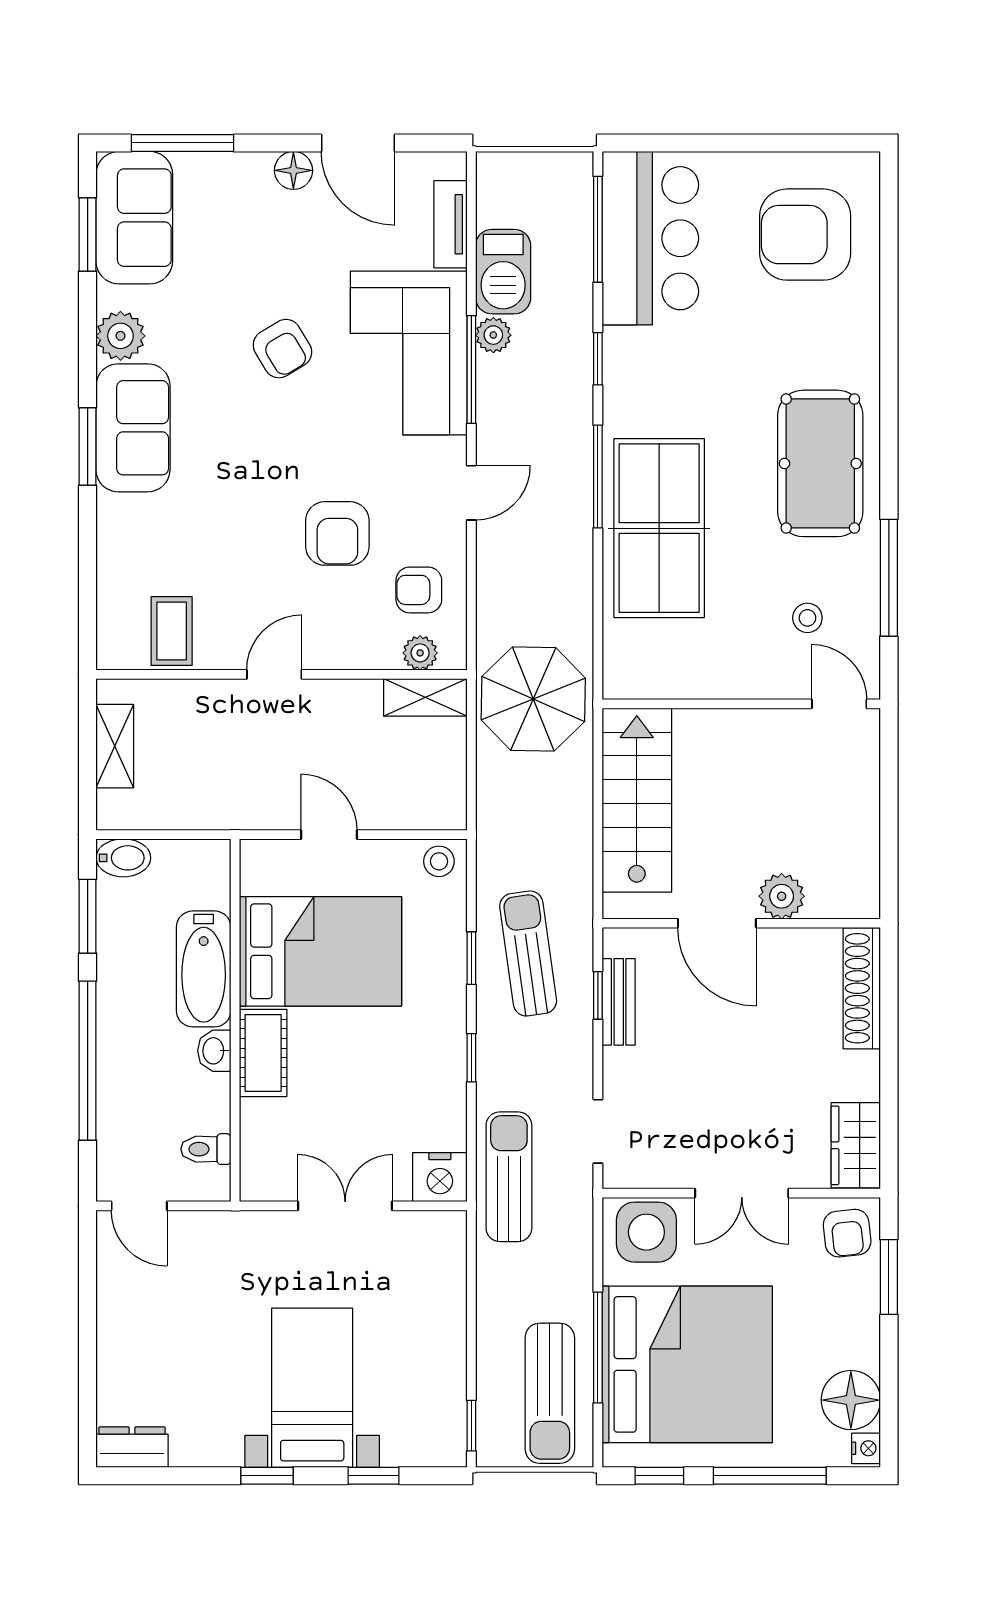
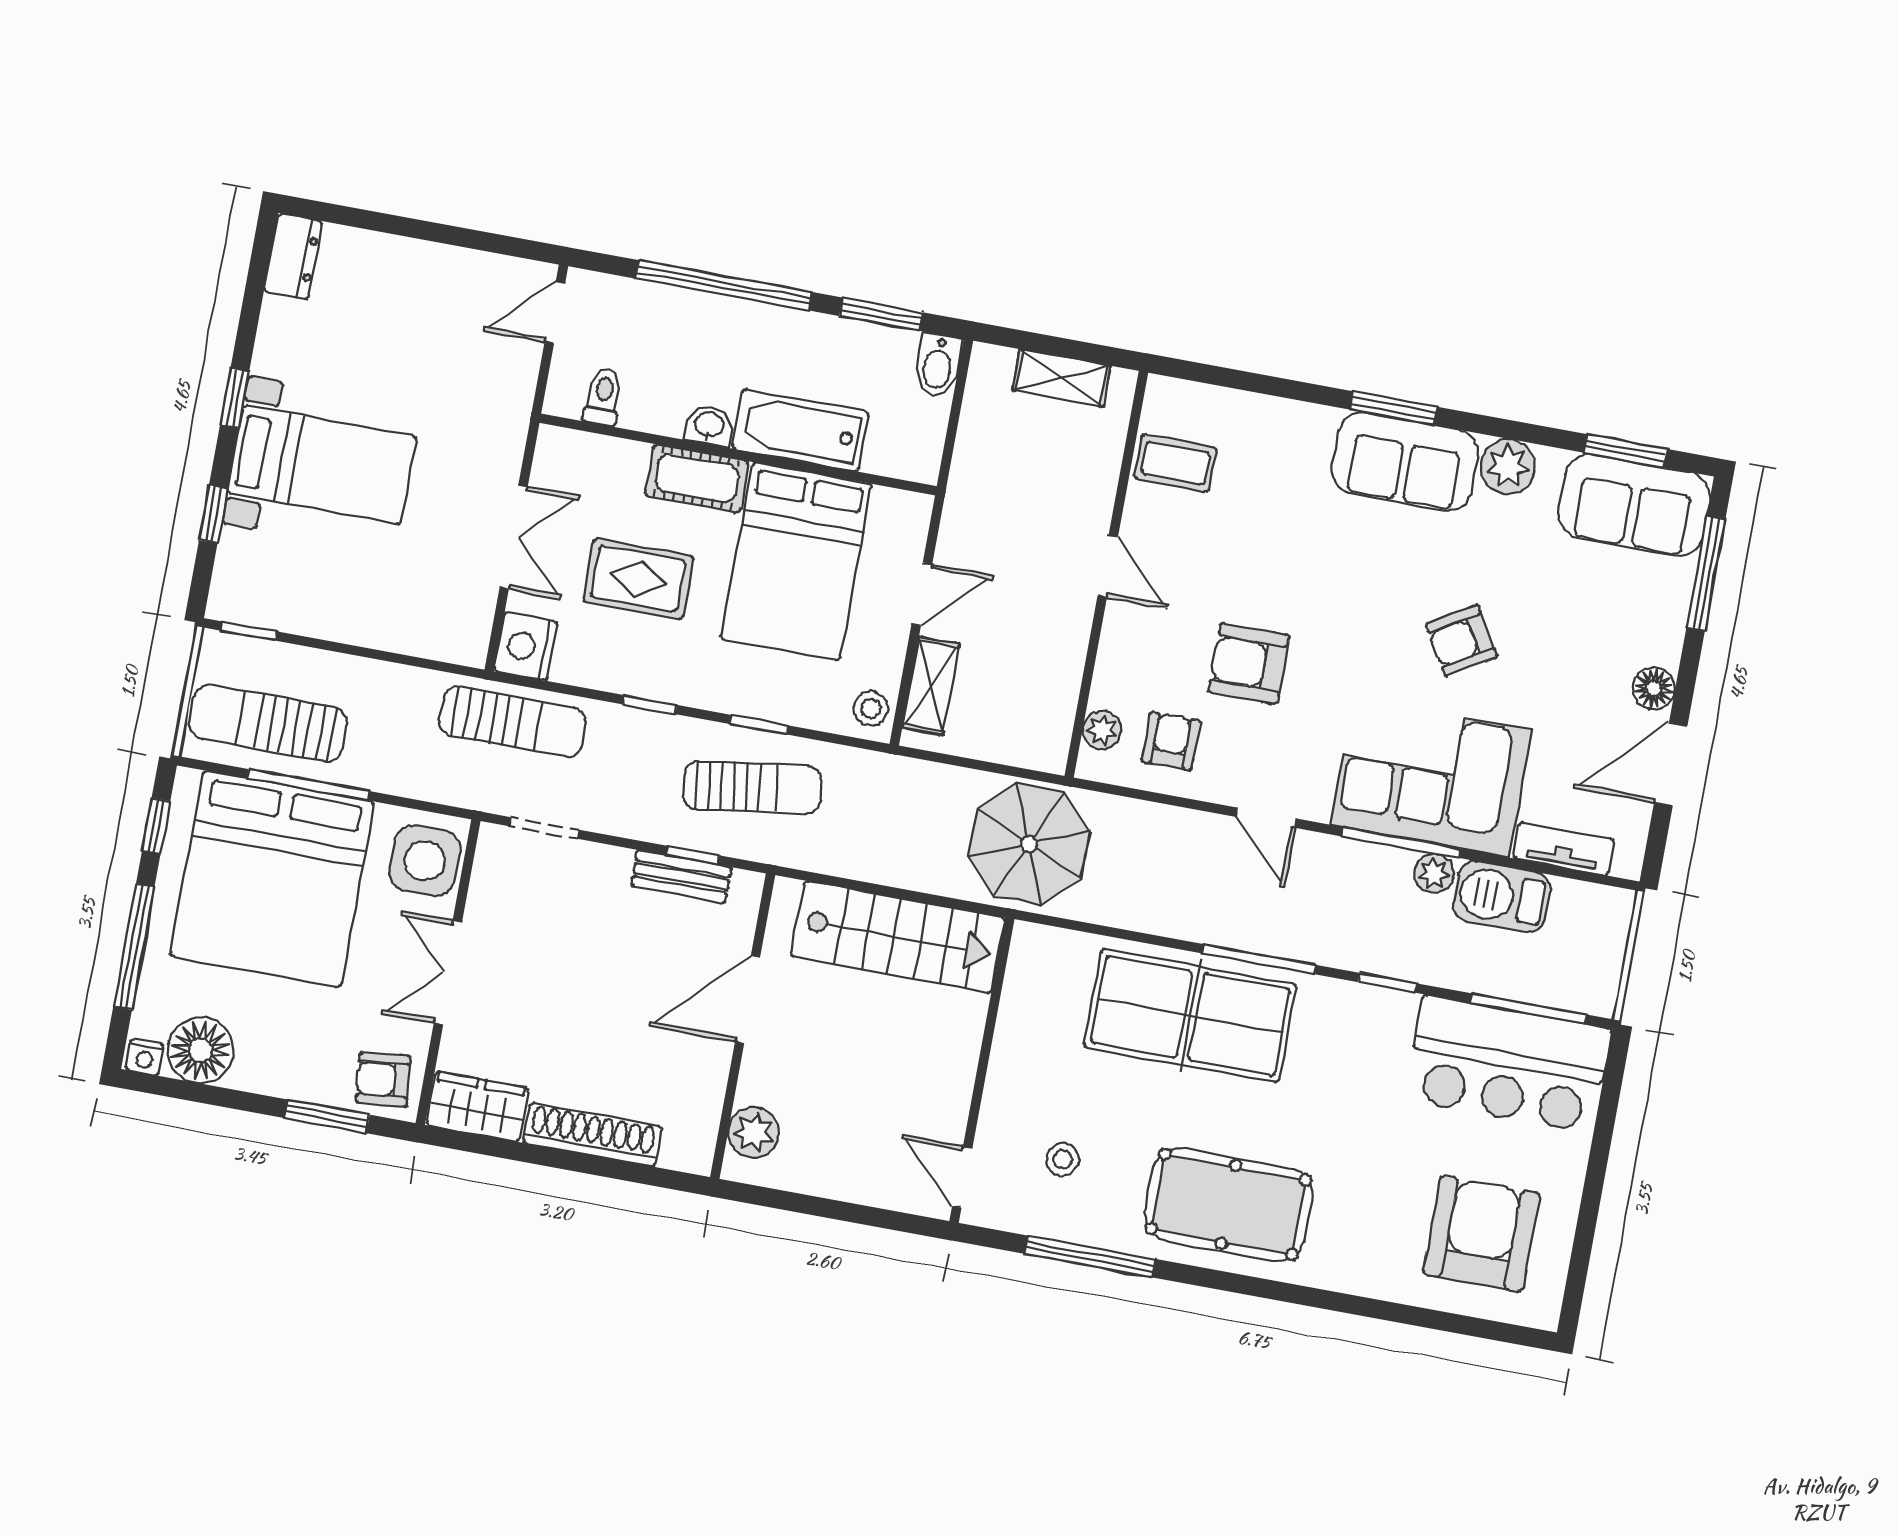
shelving: (425, 697) -> (931, 686), moved
door: (839, 704) -> (962, 1177), swing flipped
plant: (782, 896) -> (754, 1132), moved
shoe rack: (862, 988) -> (592, 1135), moved
rug: (362, 1089) -> (638, 579), added

